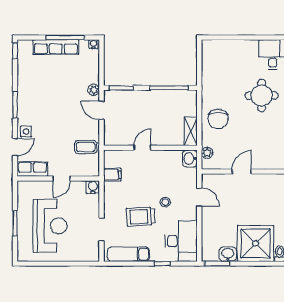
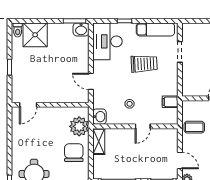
plant: (207, 153) -> (79, 126), width x1.87, depth x1.87
door: (242, 172) -> (28, 105), moved
water cooler: (93, 187) -> (188, 91), removed
stool: (165, 202) -> (130, 104), moved
shower: (256, 243) -> (35, 35), width x0.73, depth x0.73
washbasin: (228, 254) -> (81, 29), moved

